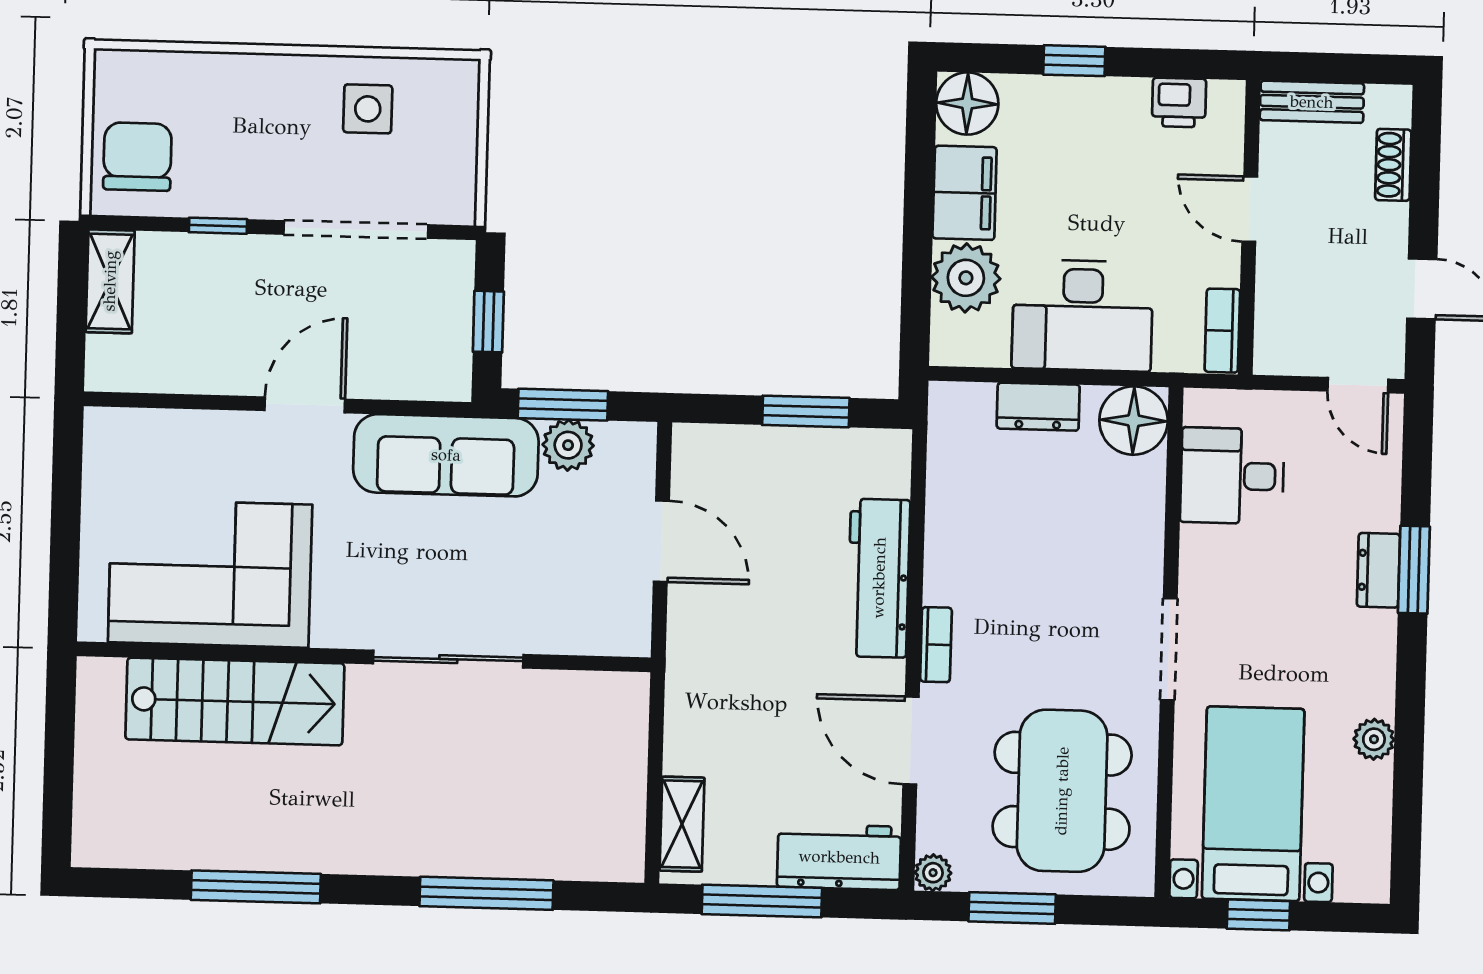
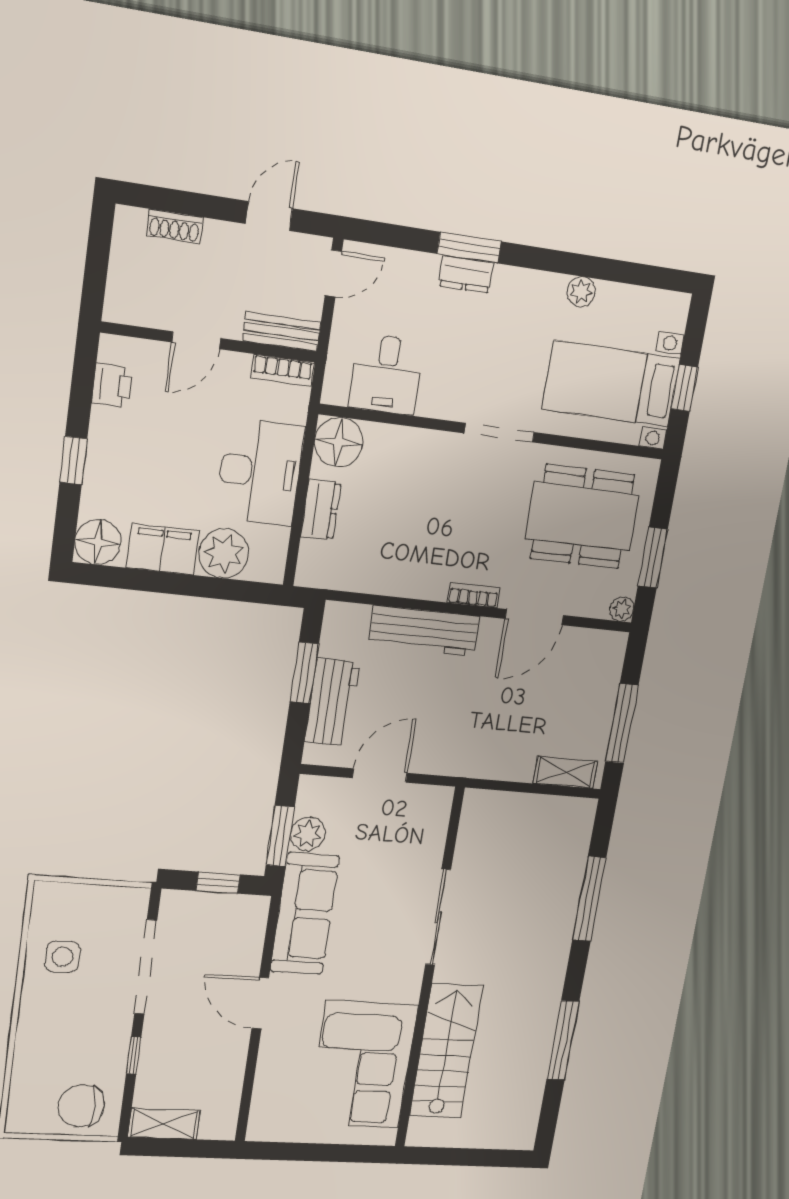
bench: (1312, 102) -> (282, 332), moved, turned 90
workbench: (839, 857) -> (332, 702), moved, turned 180

